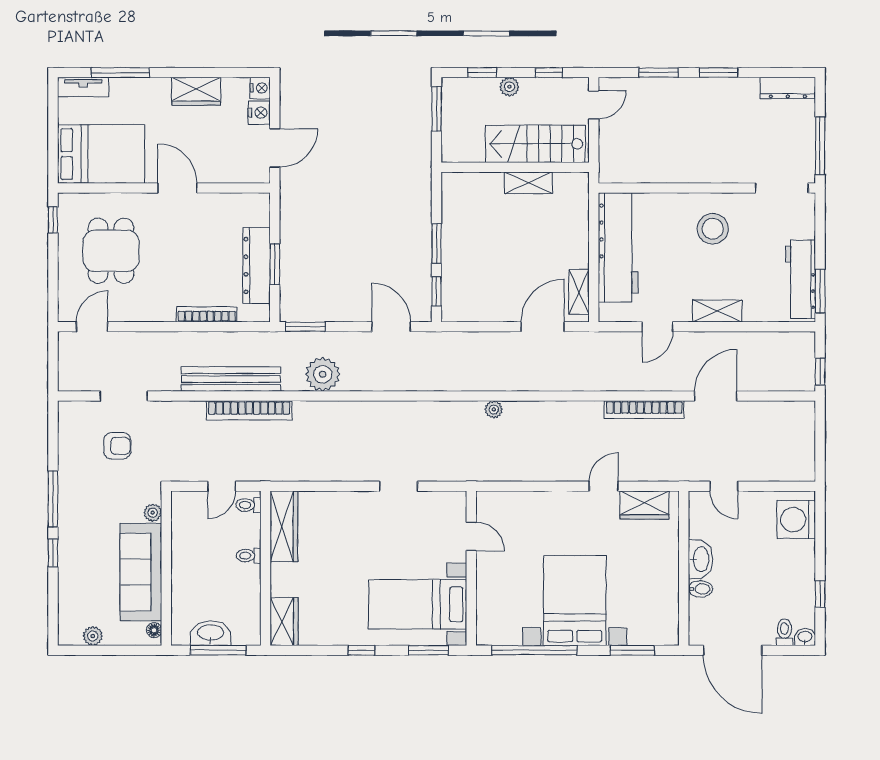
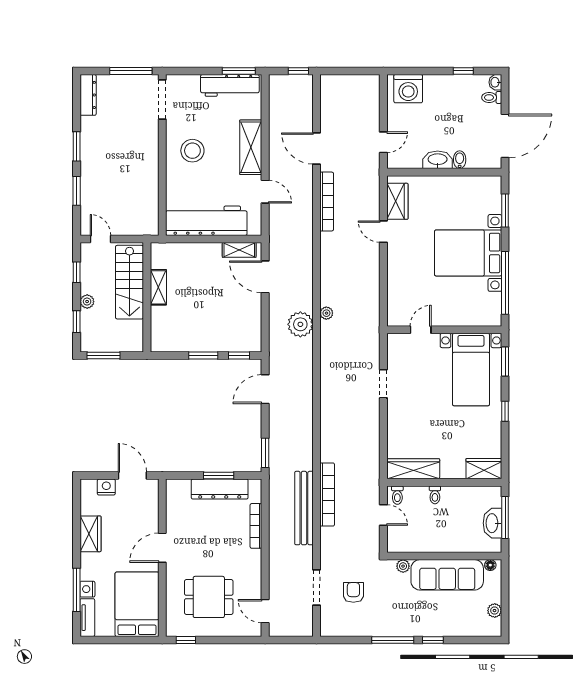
nightstand: (260, 88) -> (87, 589), moved, turned -90
shelving: (717, 311) -> (251, 147), width x1.50, depth x1.33
plant: (323, 374) -> (300, 324), moved

